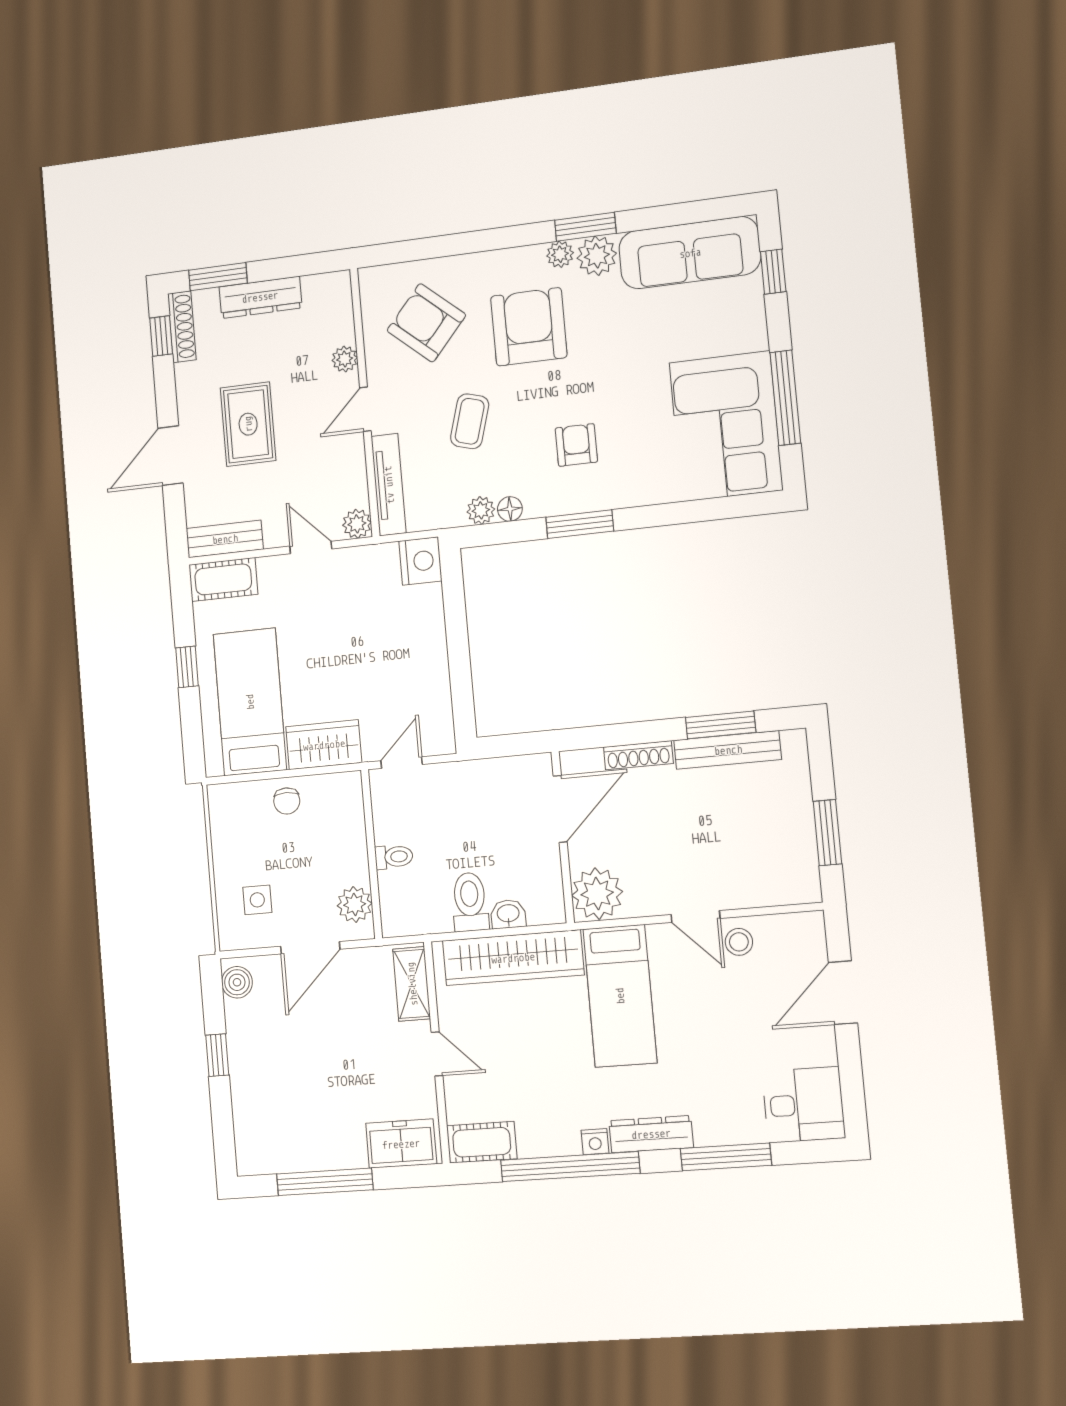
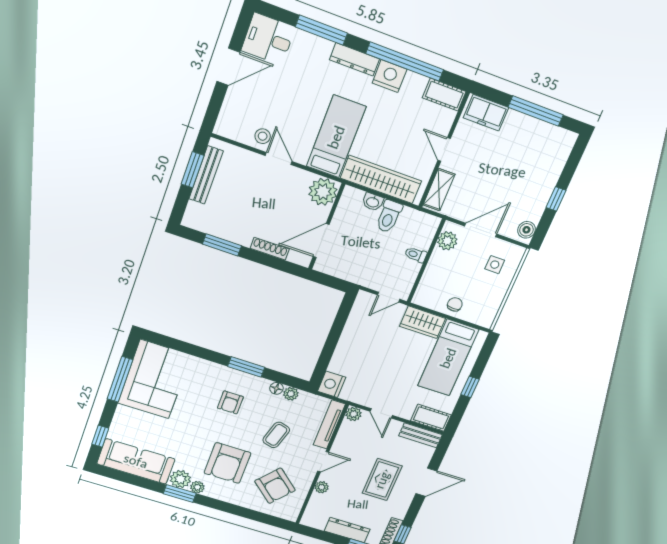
bench: (728, 750) -> (206, 175), moved, turned 90
door: (843, 993) -> (228, 67), moved
nightstand: (595, 1142) -> (390, 76), width x1.89, depth x1.79

